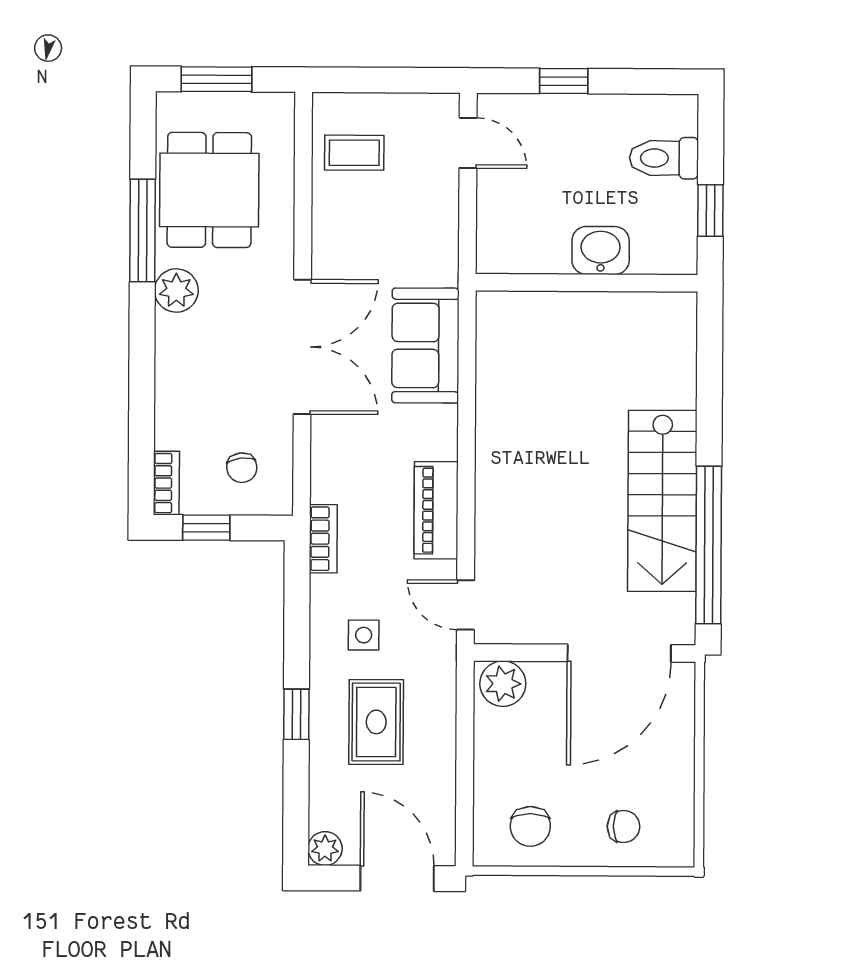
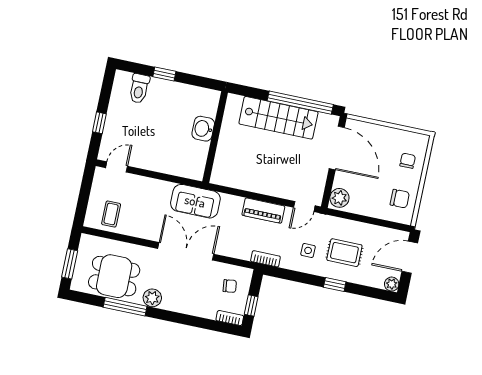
washbasin: (601, 250) -> (203, 129), moved
wall: (587, 283) -> (215, 137), moved

